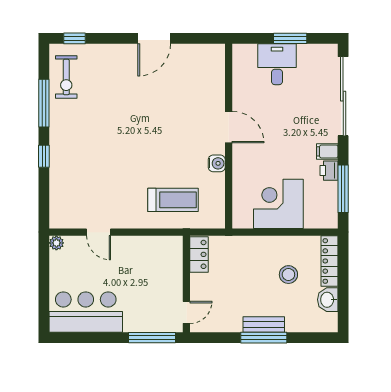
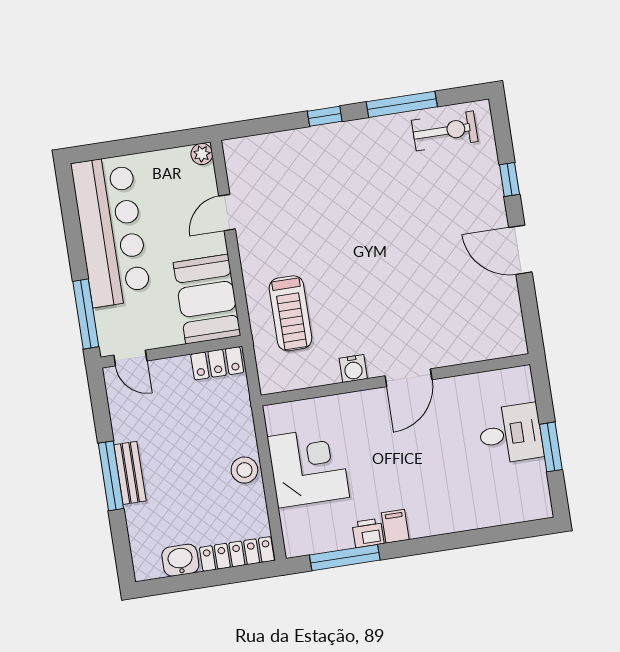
window: (75, 38) -> (509, 180), moved
exercise bike: (66, 77) -> (445, 131), turned 180
sliding door: (343, 96) -> (479, 537), removed
booth: (155, 255) -> (207, 299), added
stool: (288, 275) -> (244, 470), moved
bar counter: (86, 312) -> (111, 231), width x1.36

